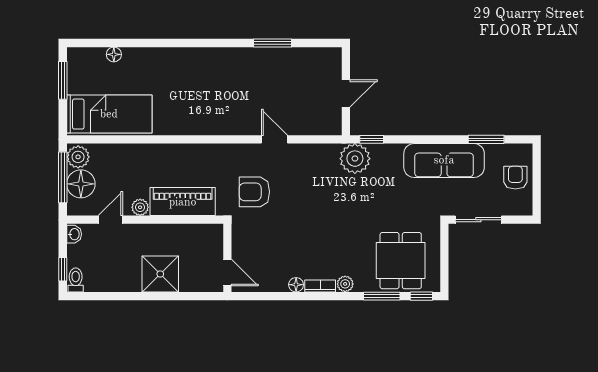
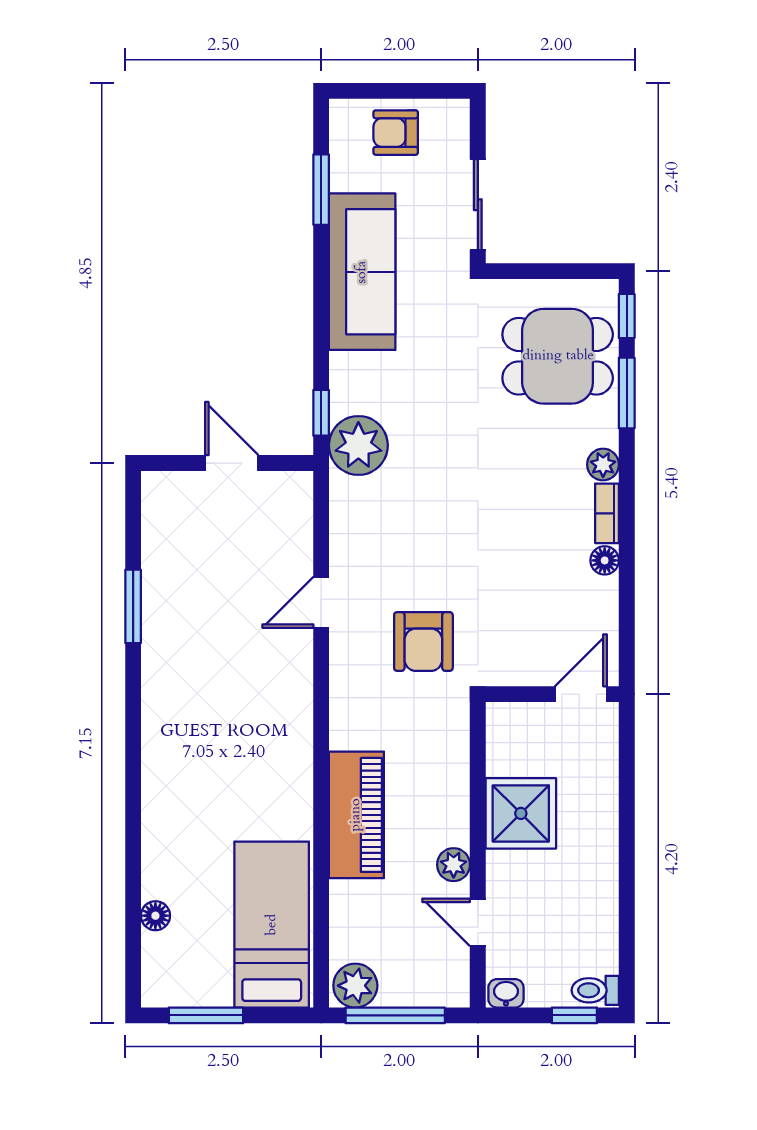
floor lamp: (81, 184) -> (408, 980), removed
piano: (183, 202) -> (356, 815), moved, turned 180
shower: (160, 274) -> (521, 813), moved

